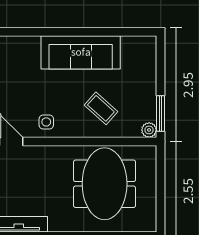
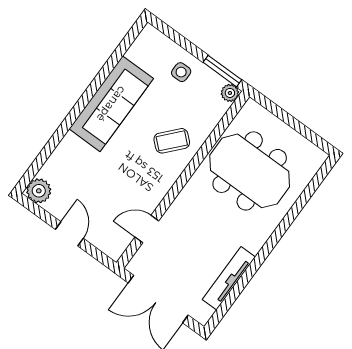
coffee table: (101, 108) -> (172, 141), moved
side table: (46, 122) -> (181, 72), moved

